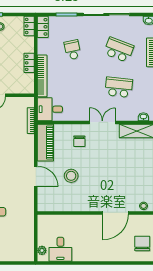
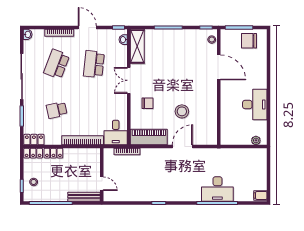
locker: (29, 63) -> (53, 153), moved
desk: (60, 249) -> (255, 105), moved, width x1.37

